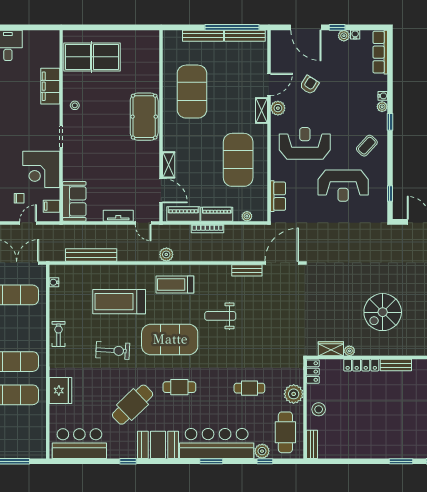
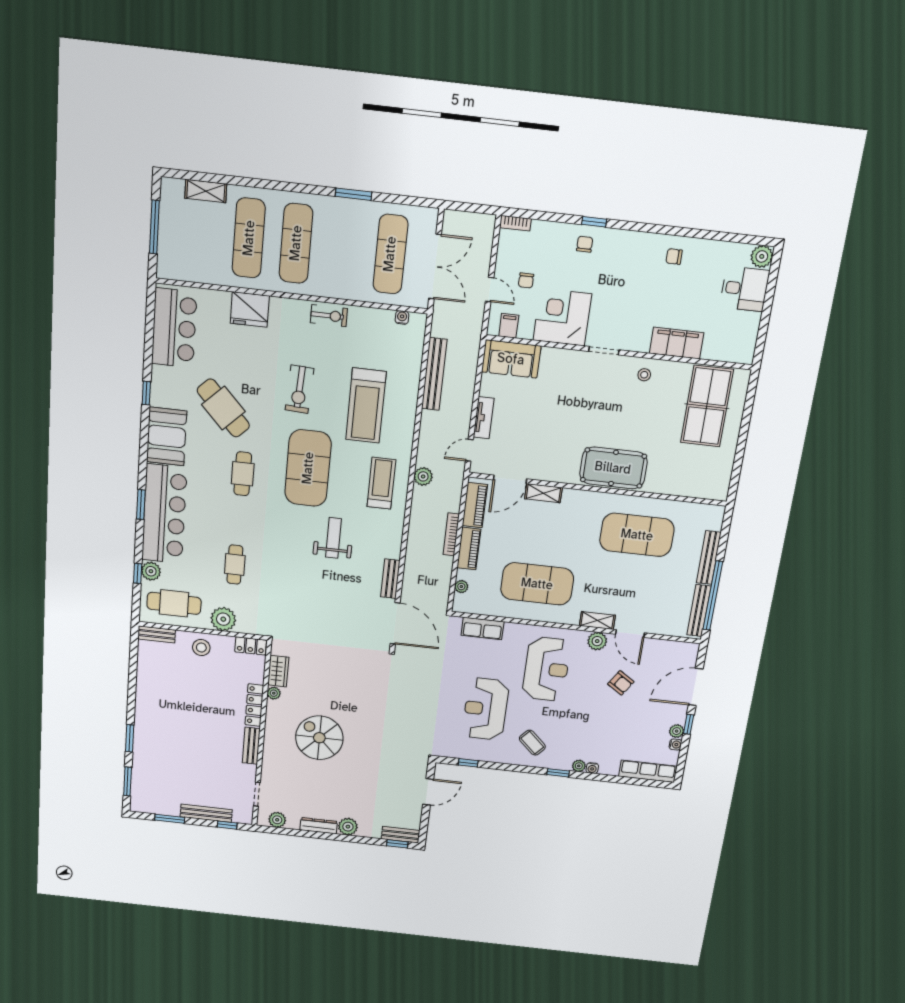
treadmill: (119, 302) -> (366, 406), turned 180

